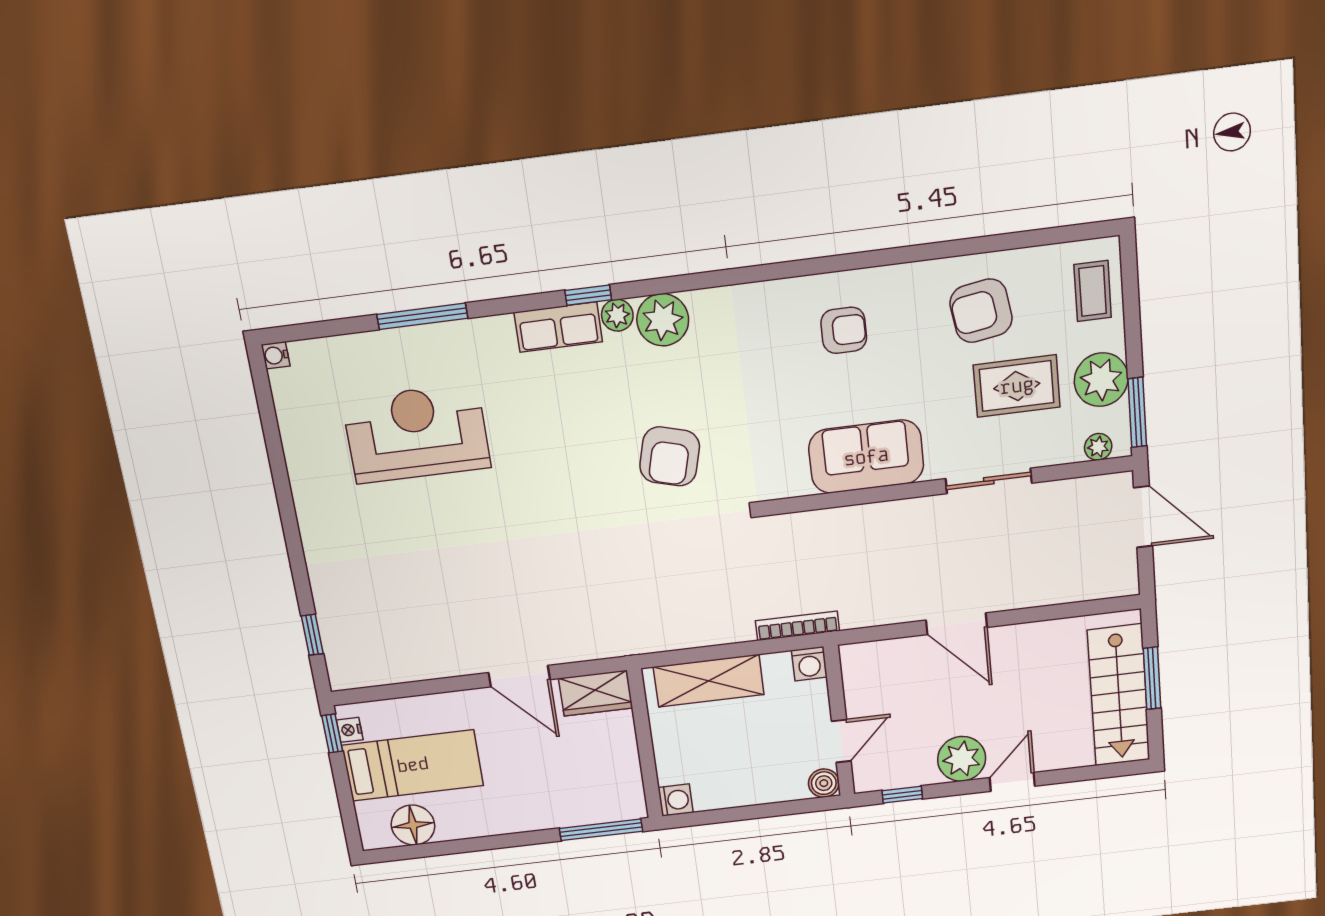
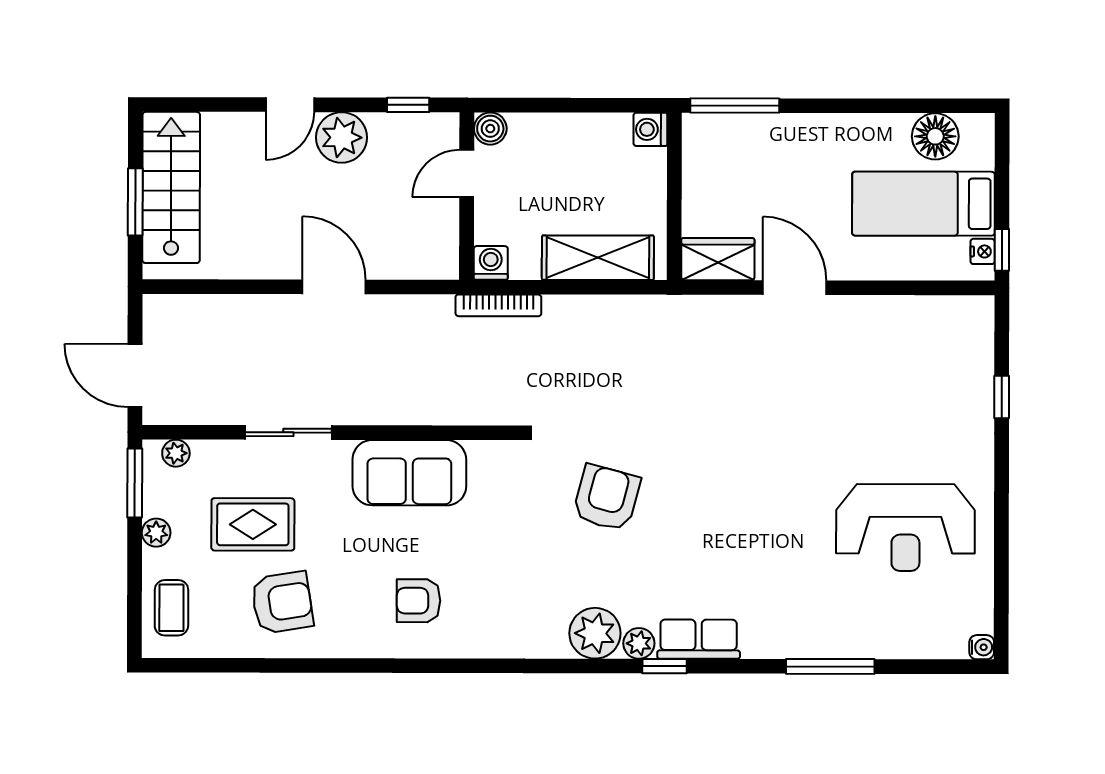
plant: (1101, 380) -> (156, 533), width x0.53, depth x0.53
reception desk: (416, 433) -> (905, 527), moved
window: (312, 635) -> (1002, 397), moved

